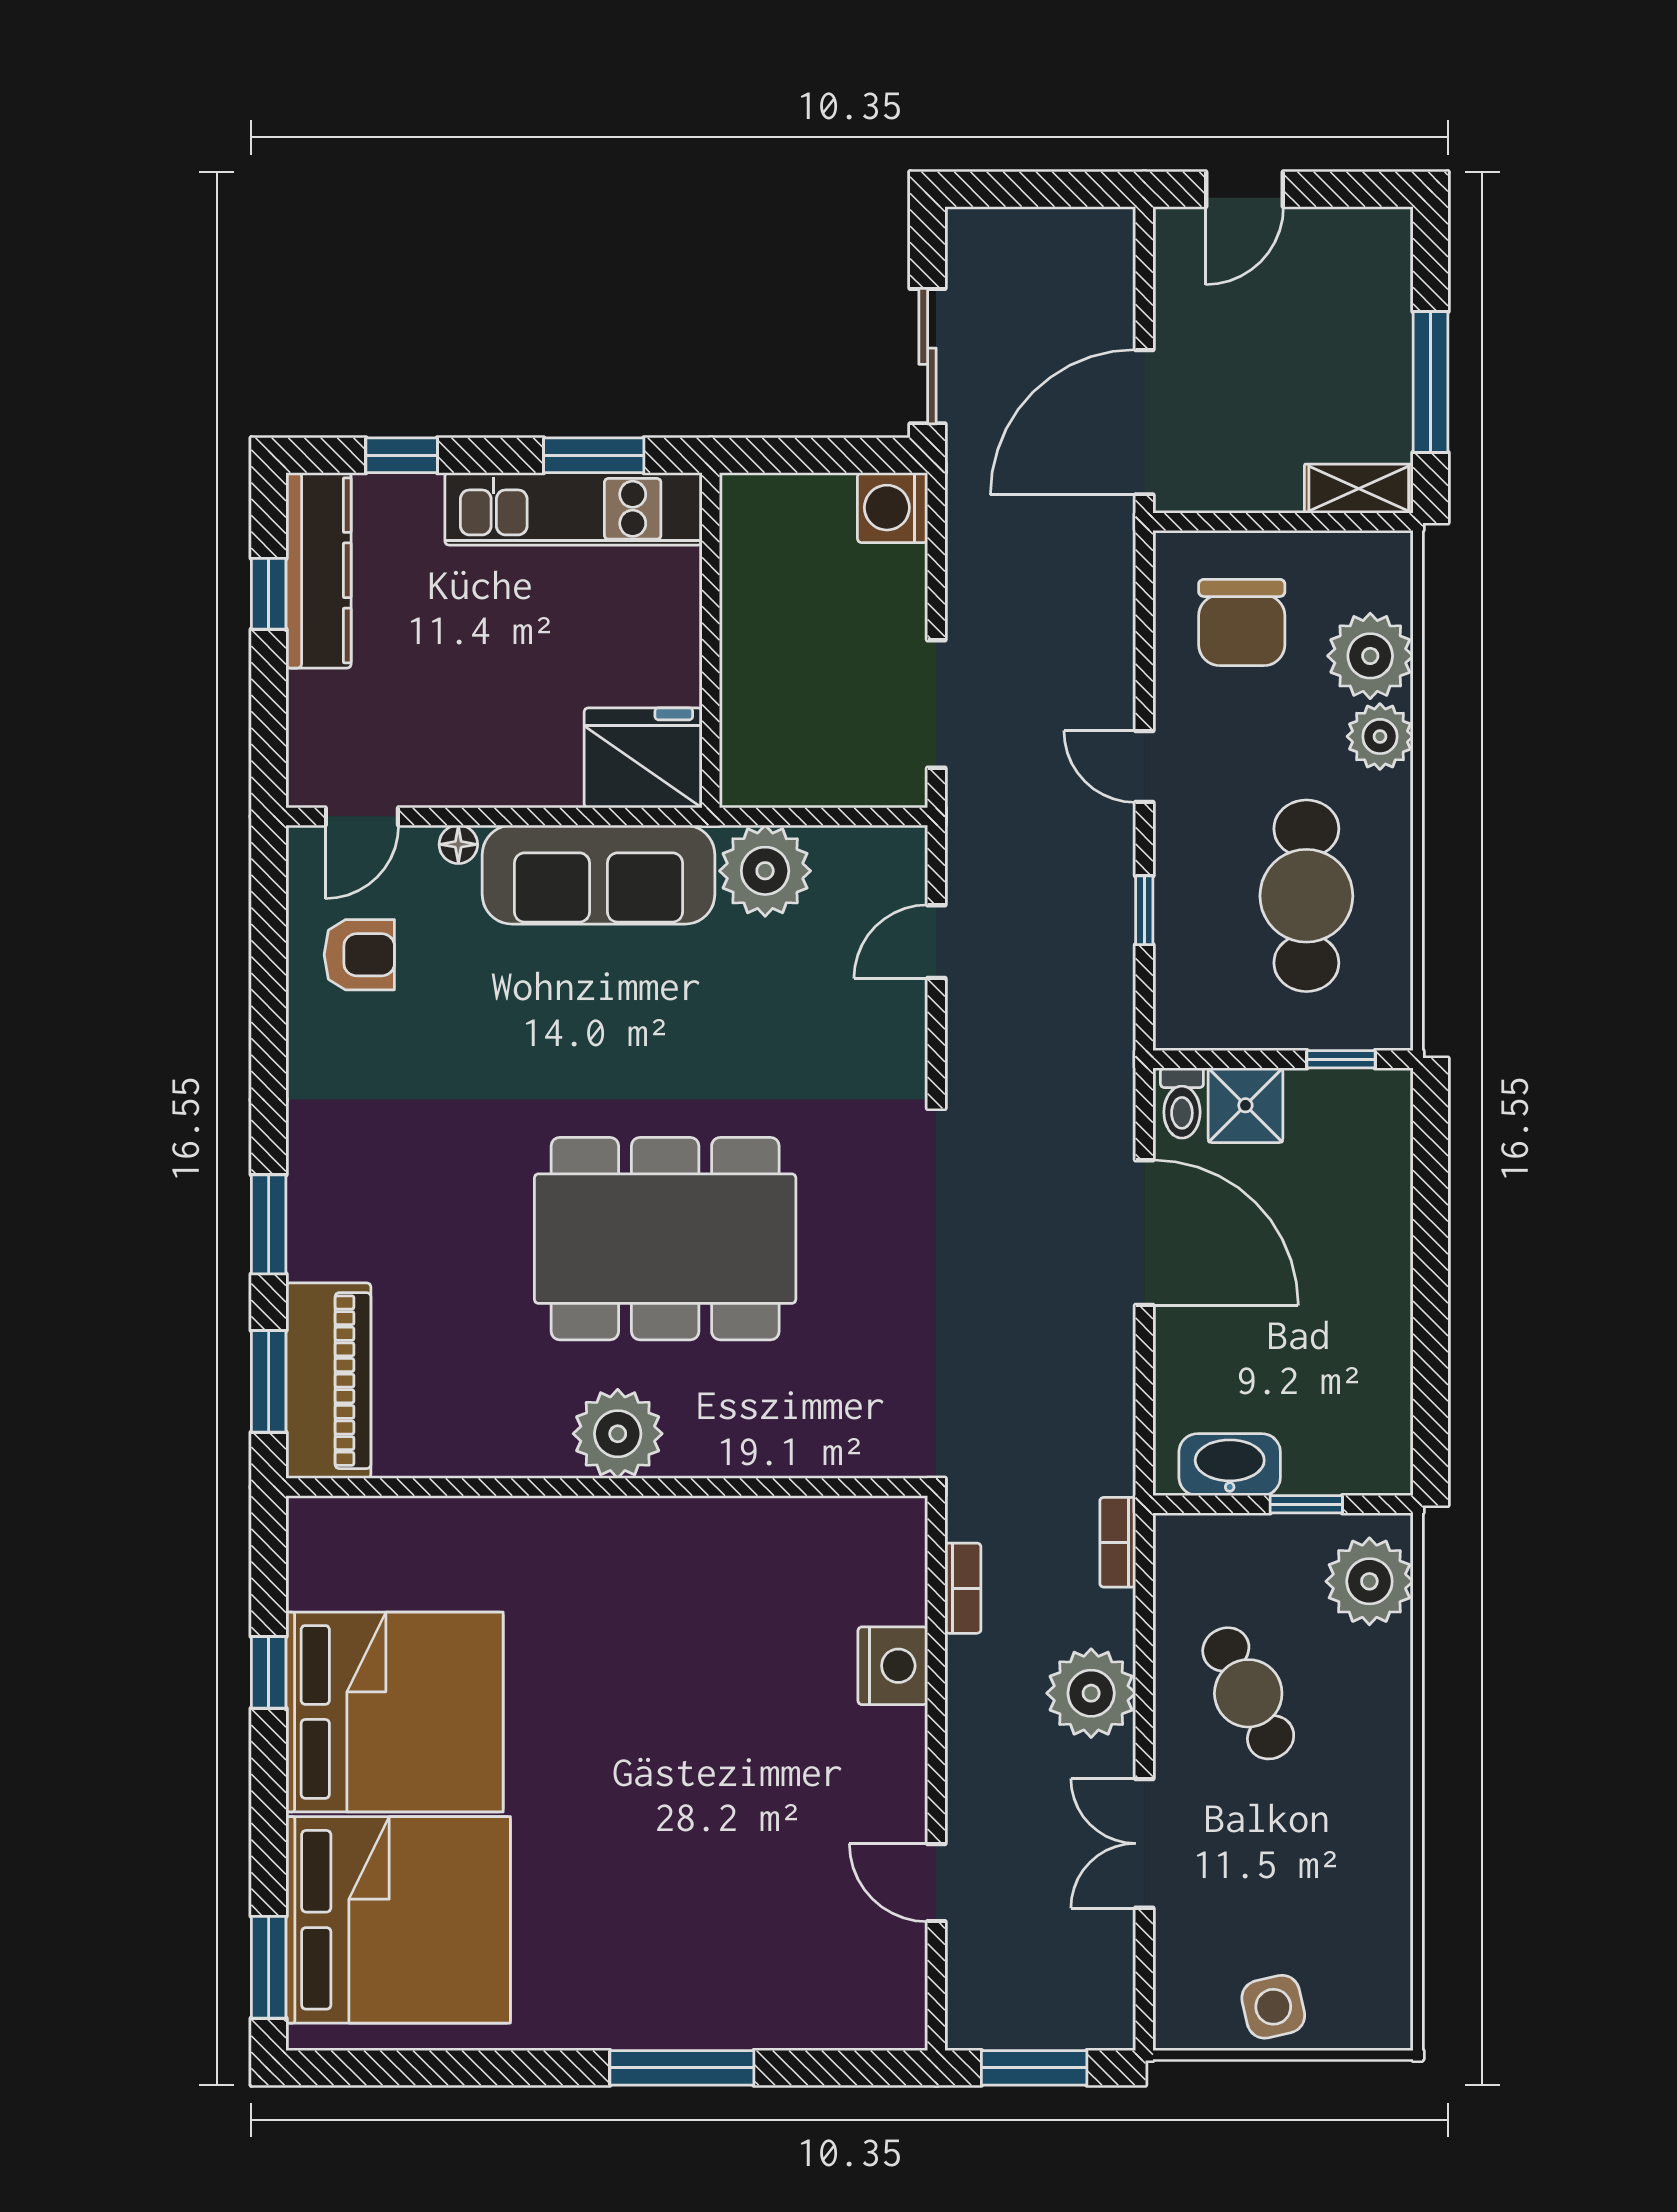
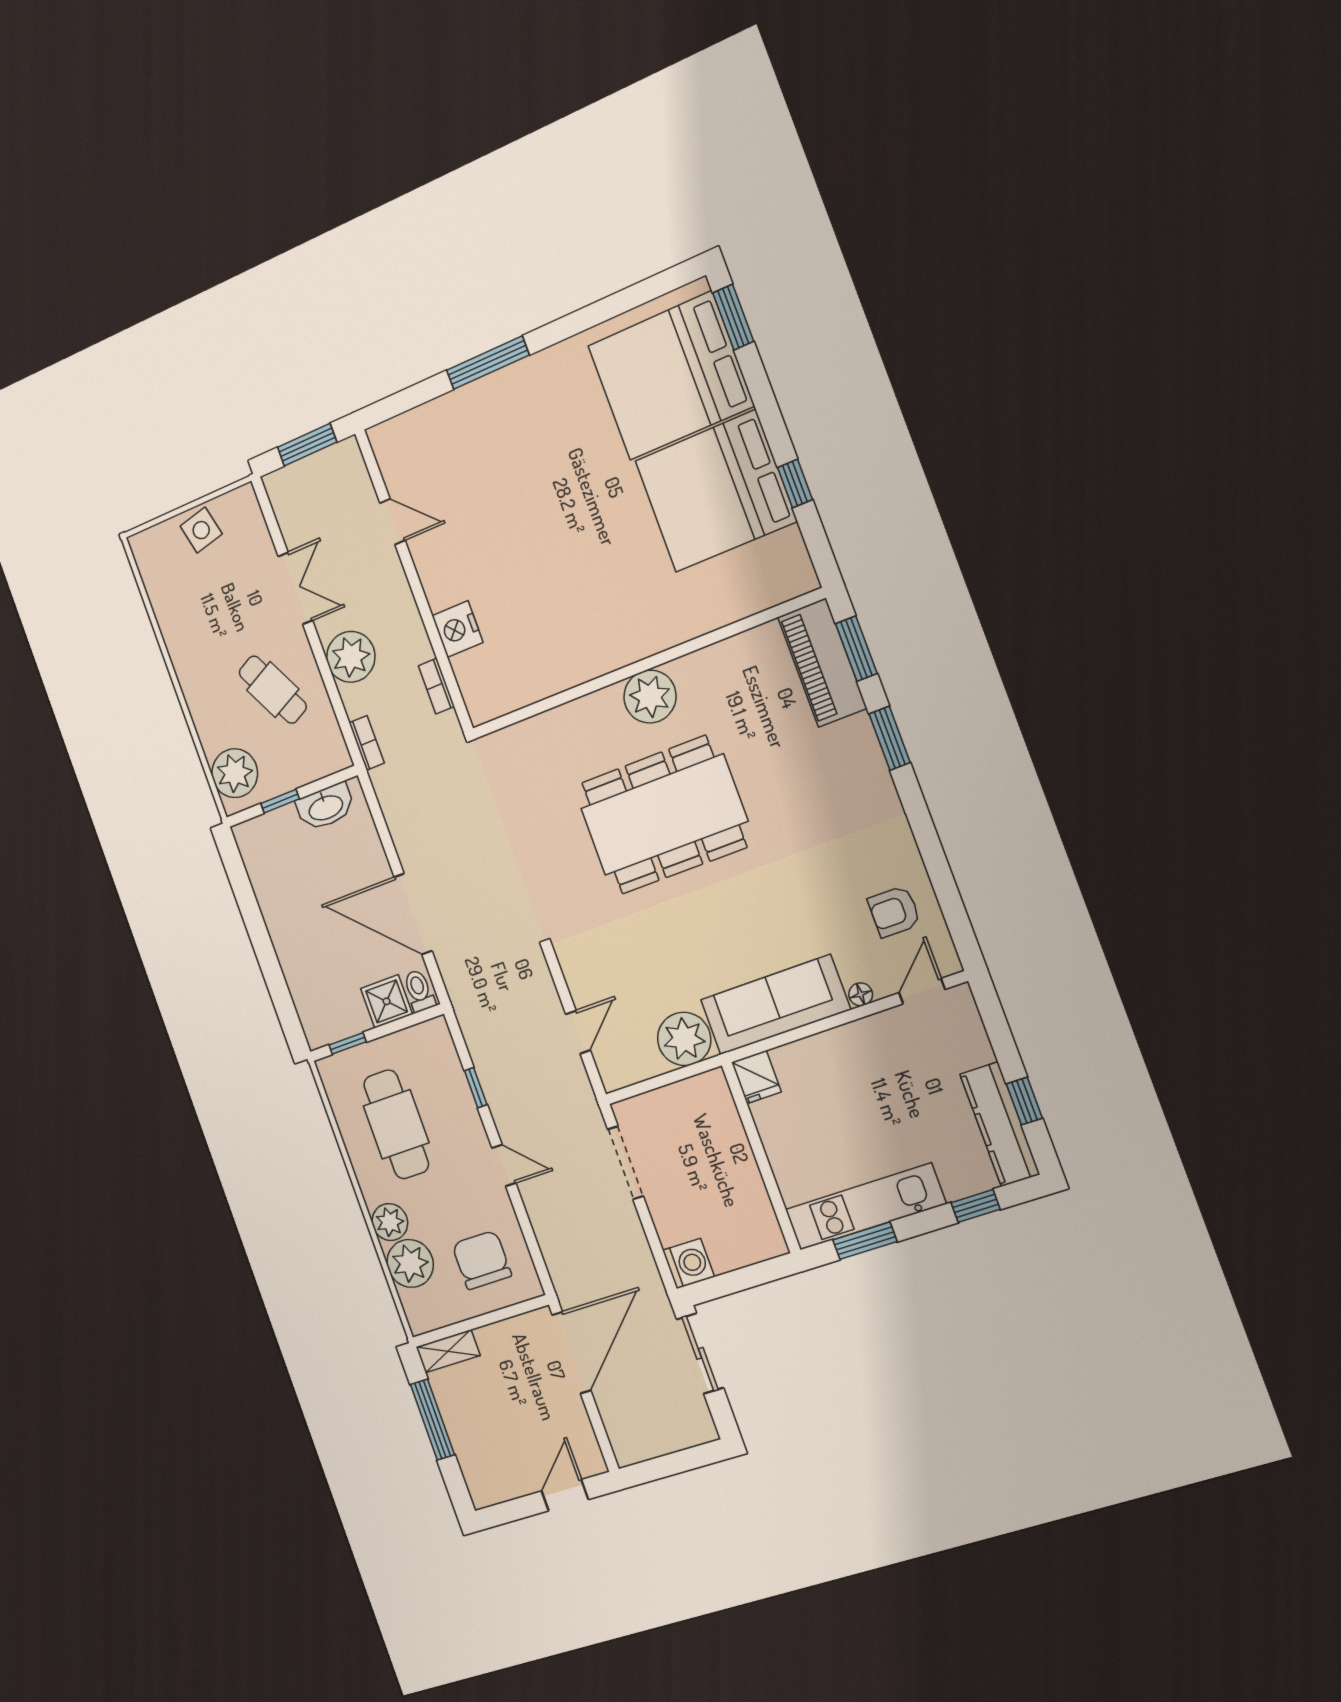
fridge: (643, 758) -> (756, 1077), width x0.53, depth x0.75

